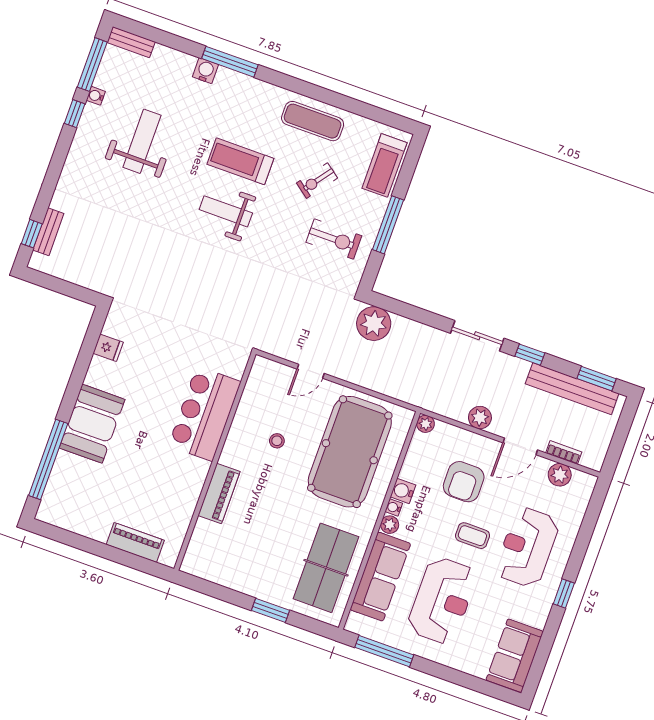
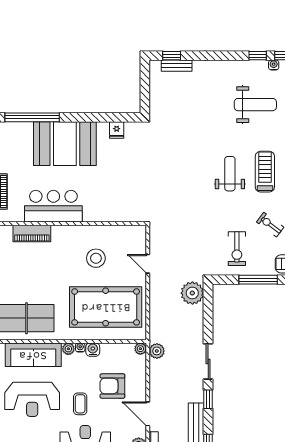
bar counter: (205, 414) -> (53, 206), moved
plant: (480, 418) -> (157, 351), moved
booth: (92, 424) -> (65, 144), width x1.36, depth x1.42
stool: (277, 441) -> (96, 258), width x1.89, depth x1.89
piano: (219, 494) -> (32, 233), moved

